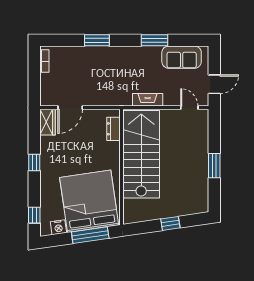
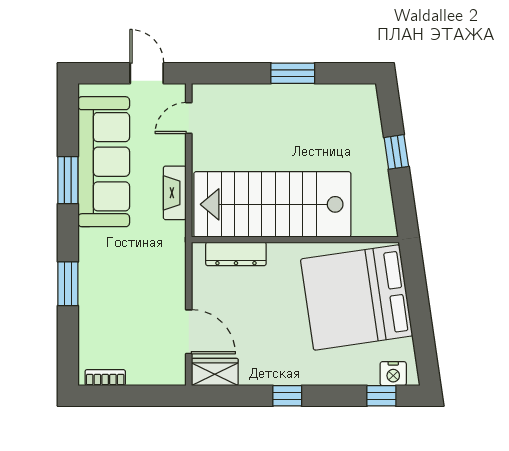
sofa: (182, 57) -> (104, 162), width x1.85, depth x1.27
dresser: (113, 129) -> (236, 254), width x1.44
nightstand: (58, 227) -> (393, 374), moved, turned 98
window: (90, 235) -> (417, 296), removed

